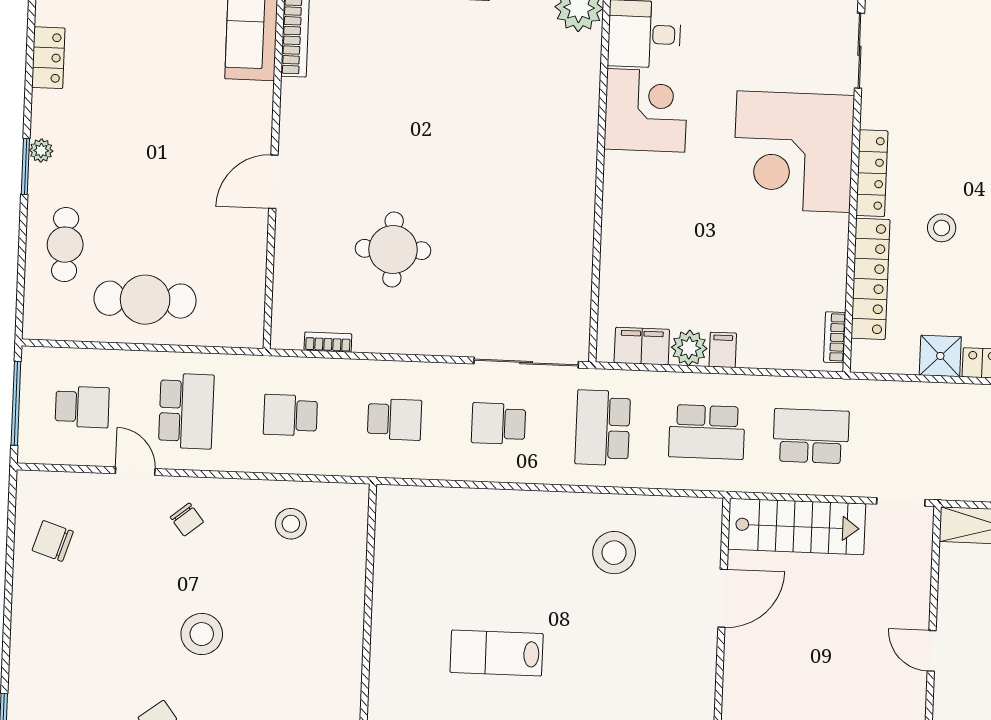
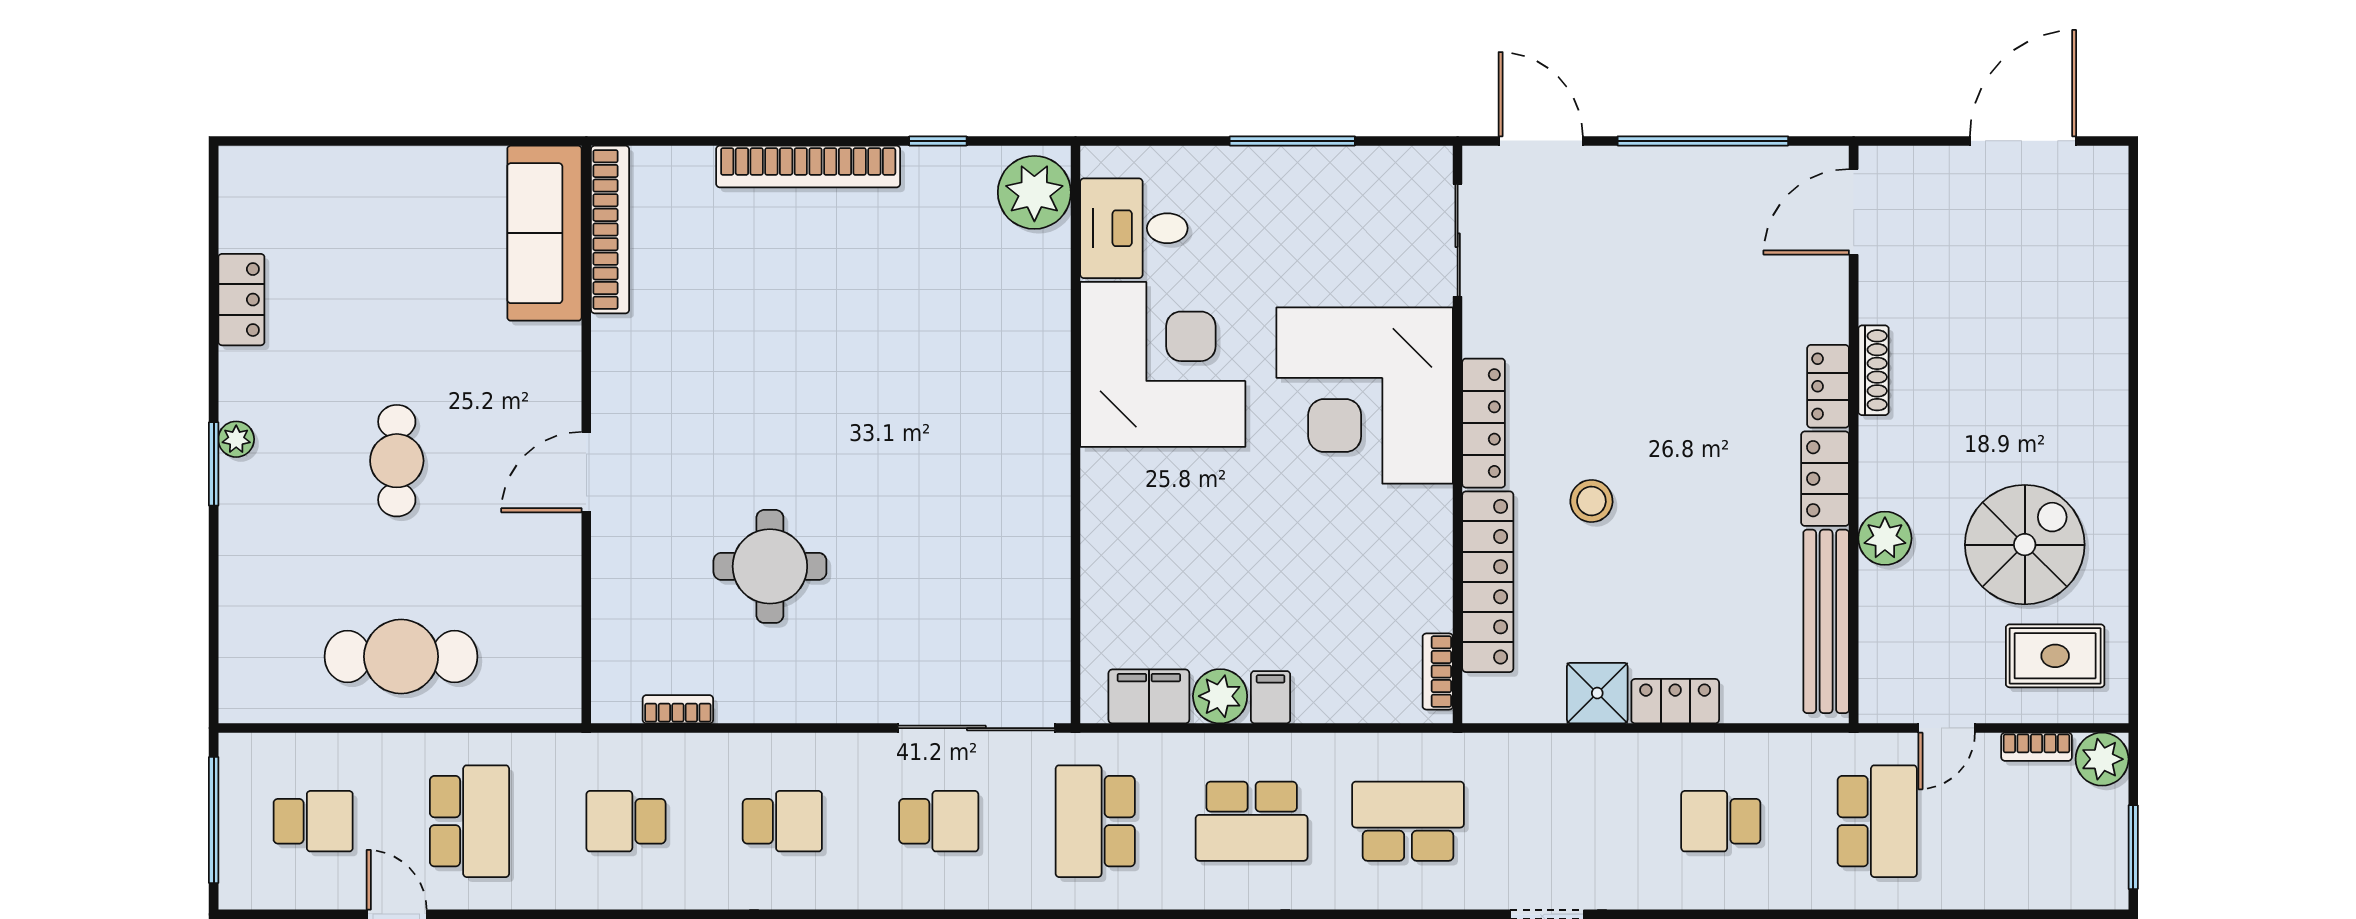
corner desk: (646, 110) -> (1163, 364), width x1.36, depth x1.36
cafe table: (65, 245) -> (397, 461), moved
school desk: (499, 424) -> (939, 821), turned 180

